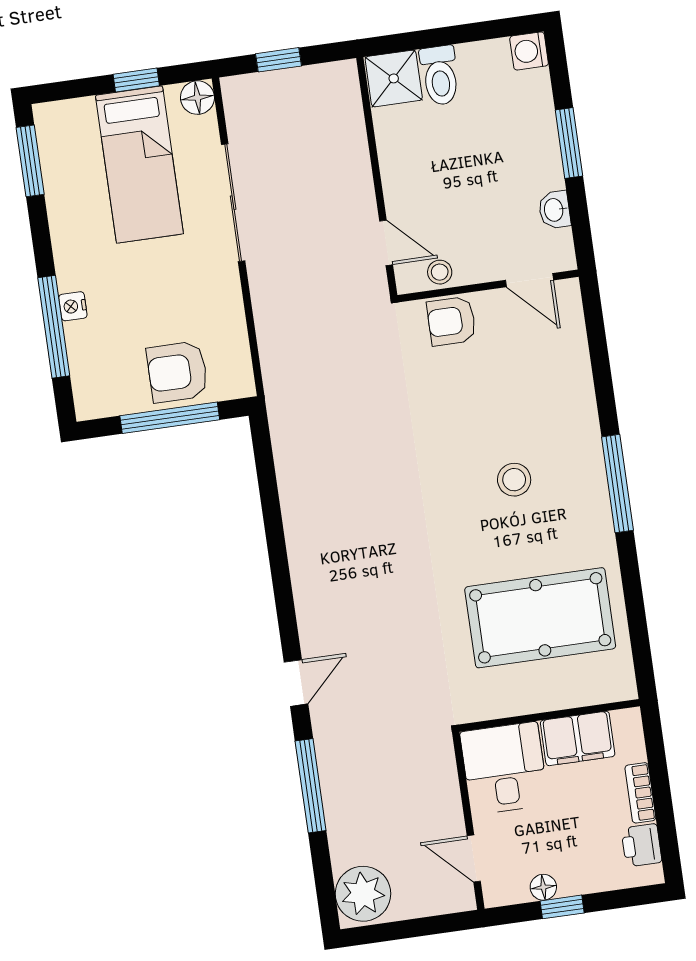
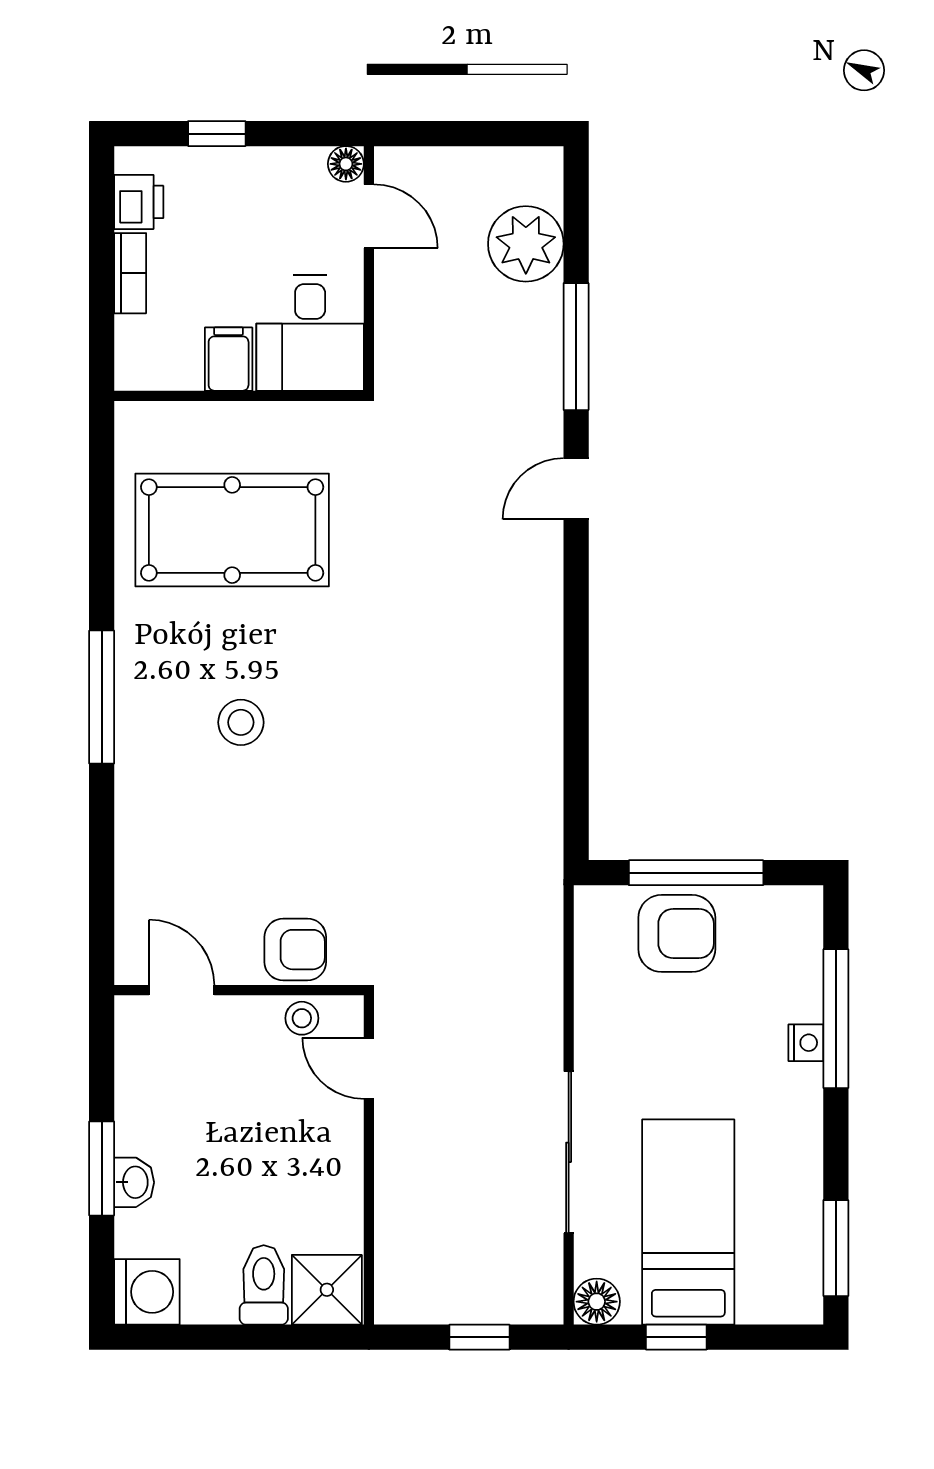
washing machine: (529, 51) -> (147, 1292), width x1.38, depth x1.38
washbasin: (554, 210) -> (134, 1182), moved
filing cabinet: (578, 738) -> (229, 359), width x0.50
floor lamp: (543, 887) -> (346, 164), moved
plant: (363, 894) -> (526, 244), moved
window: (562, 907) -> (217, 134), moved

